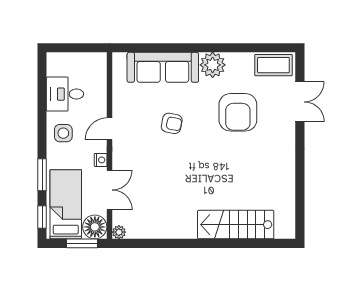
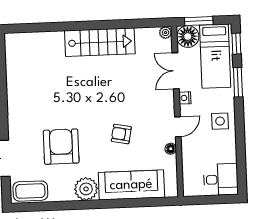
desk: (65, 94) -> (221, 179), moved
floor lamp: (118, 105) -> (171, 149), added
stairs: (236, 225) -> (100, 42), moved

